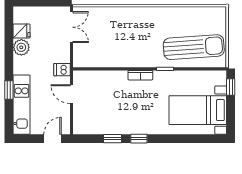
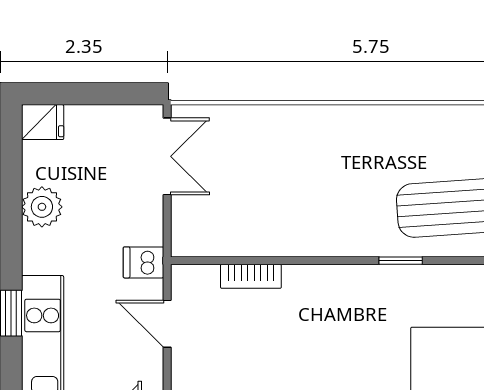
fridge: (22, 31) -> (43, 122), moved
bookcase: (140, 75) -> (251, 276), moved

